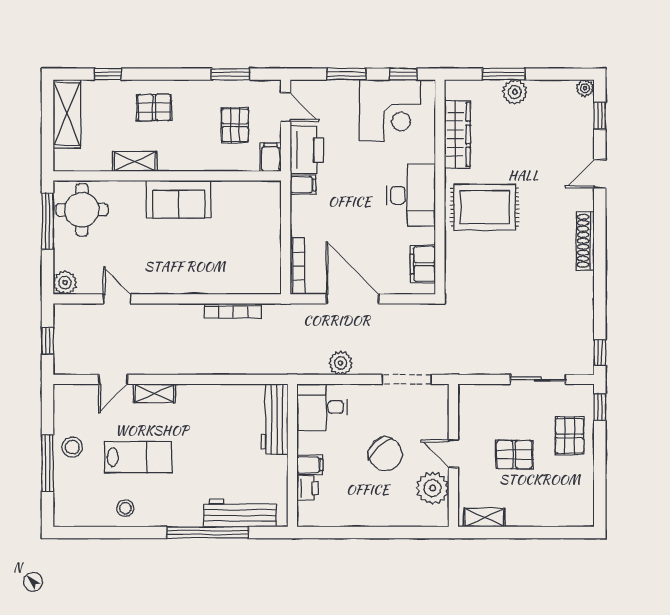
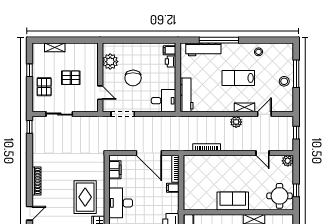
filing cabinet: (303, 185) -> (173, 188), moved
rug: (485, 207) -> (85, 197), turned 90
window: (48, 221) -> (296, 190), width x0.46
plant: (341, 363) -> (236, 122), moved
window: (600, 407) -> (30, 70), moved
chair: (385, 454) -> (133, 78), turned -138
door: (453, 454) -> (100, 93), moved
lab bench: (138, 457) -> (238, 78), moved
filing cabinet: (310, 465) -> (170, 50), moved
shelving: (484, 517) -> (55, 47), moved

